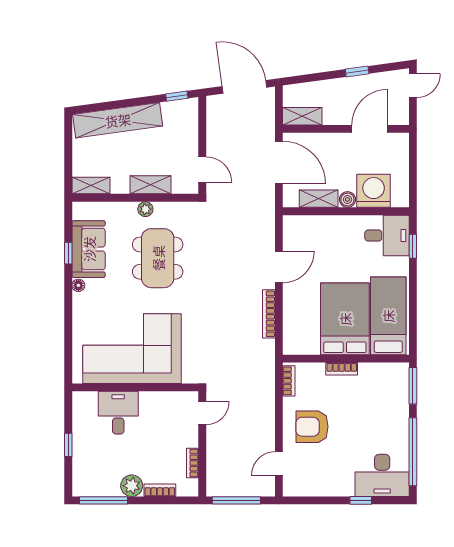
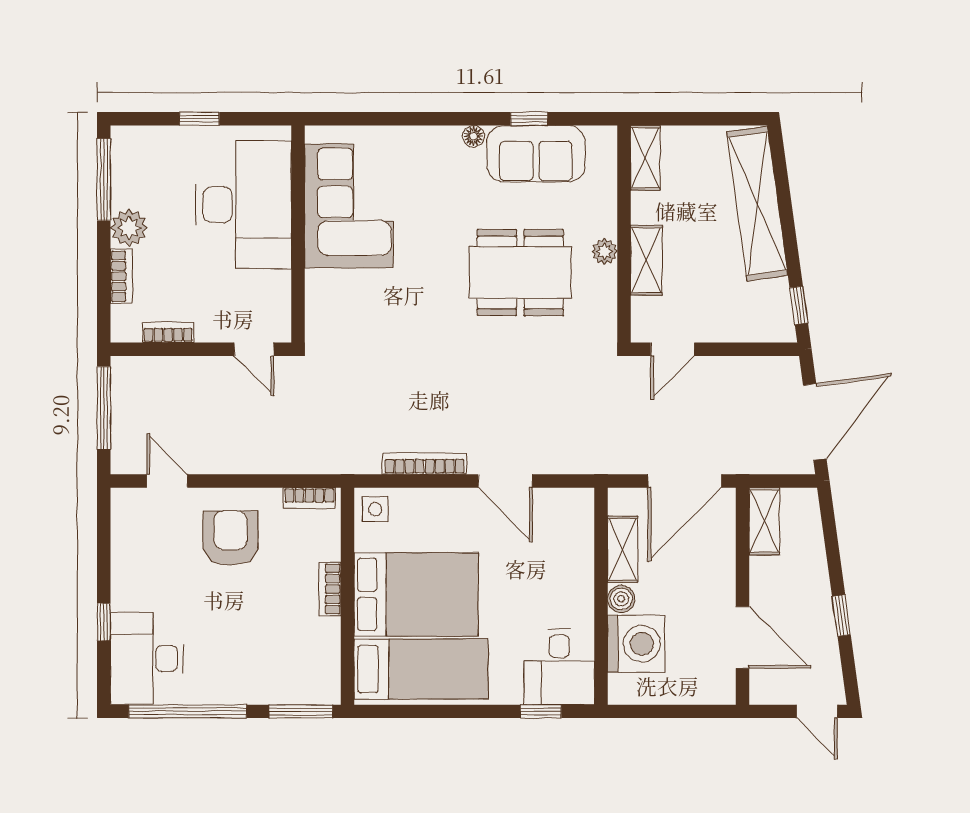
side table: (295, 343) -> (375, 509), added
corner sofa: (132, 349) -> (349, 206), width x0.73, depth x0.74
desk: (118, 413) -> (244, 205), width x1.87, depth x1.30

